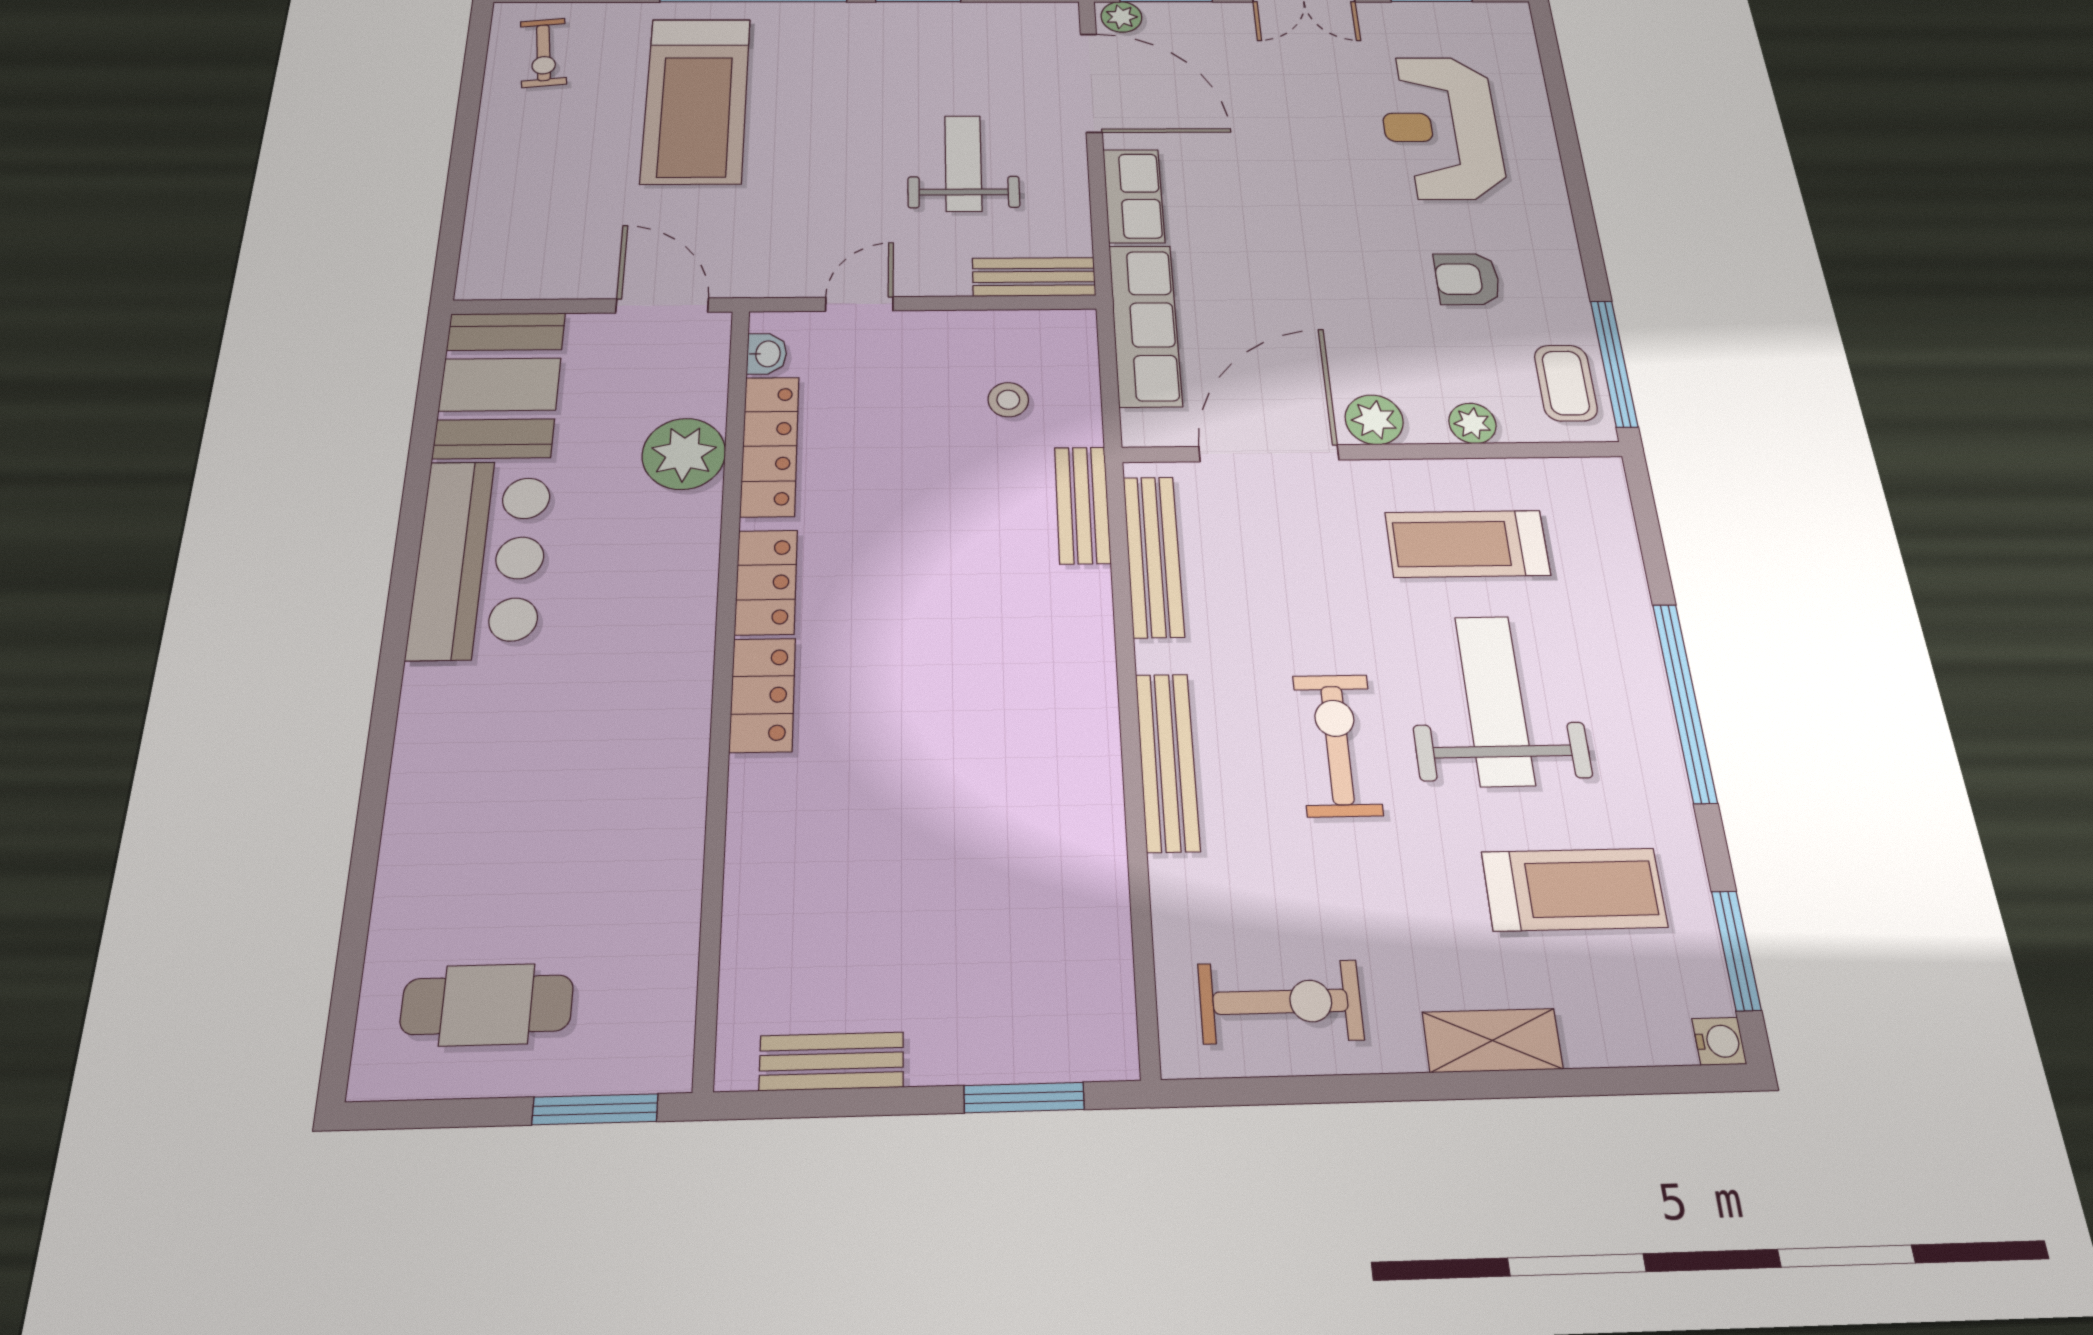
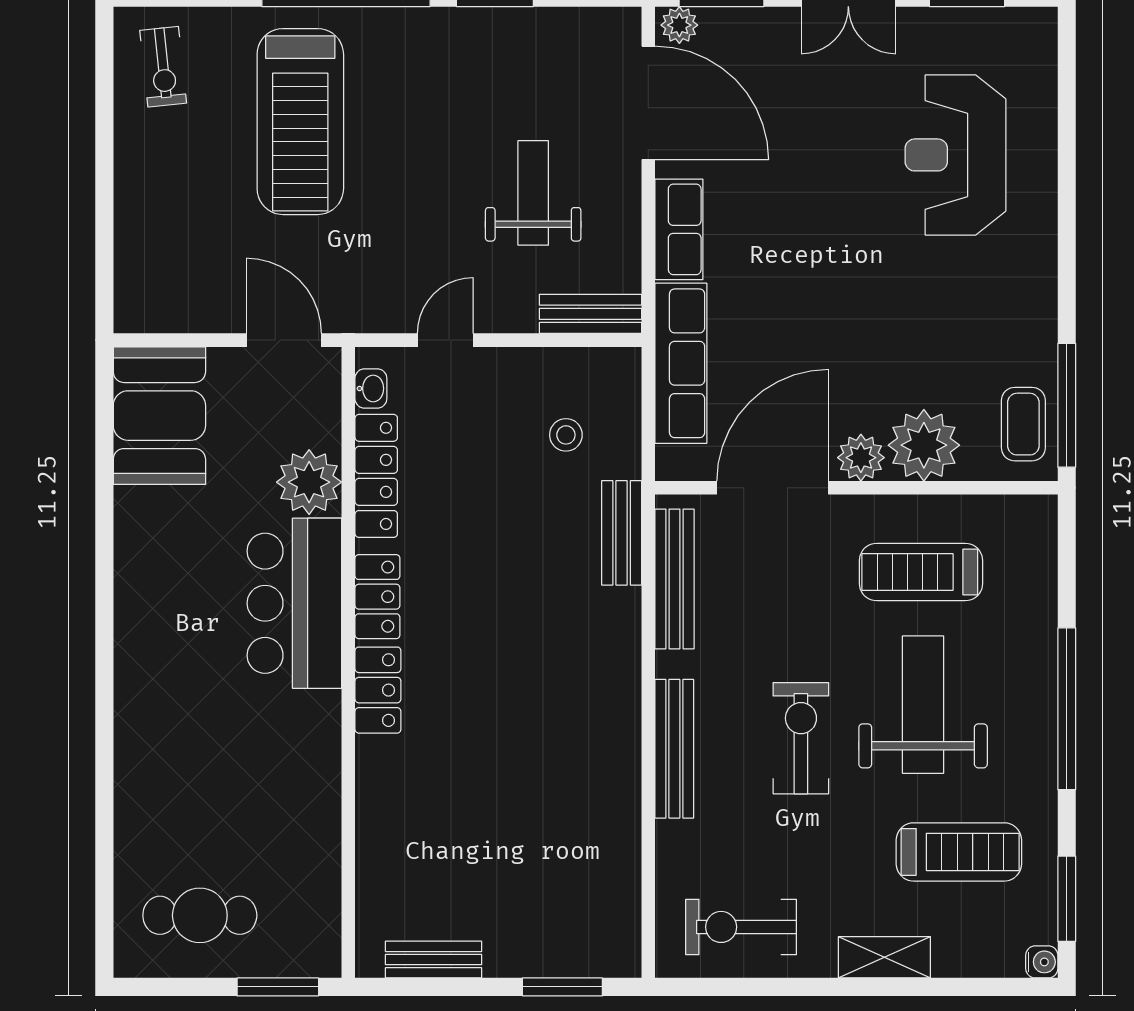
armchair: (1467, 279) -> (956, 319), removed
plant: (1472, 423) -> (924, 445), width x1.87, depth x1.87
bar counter: (481, 559) -> (294, 603), moved, turned 180
exercise bike: (1280, 1002) -> (741, 927), turned 180

